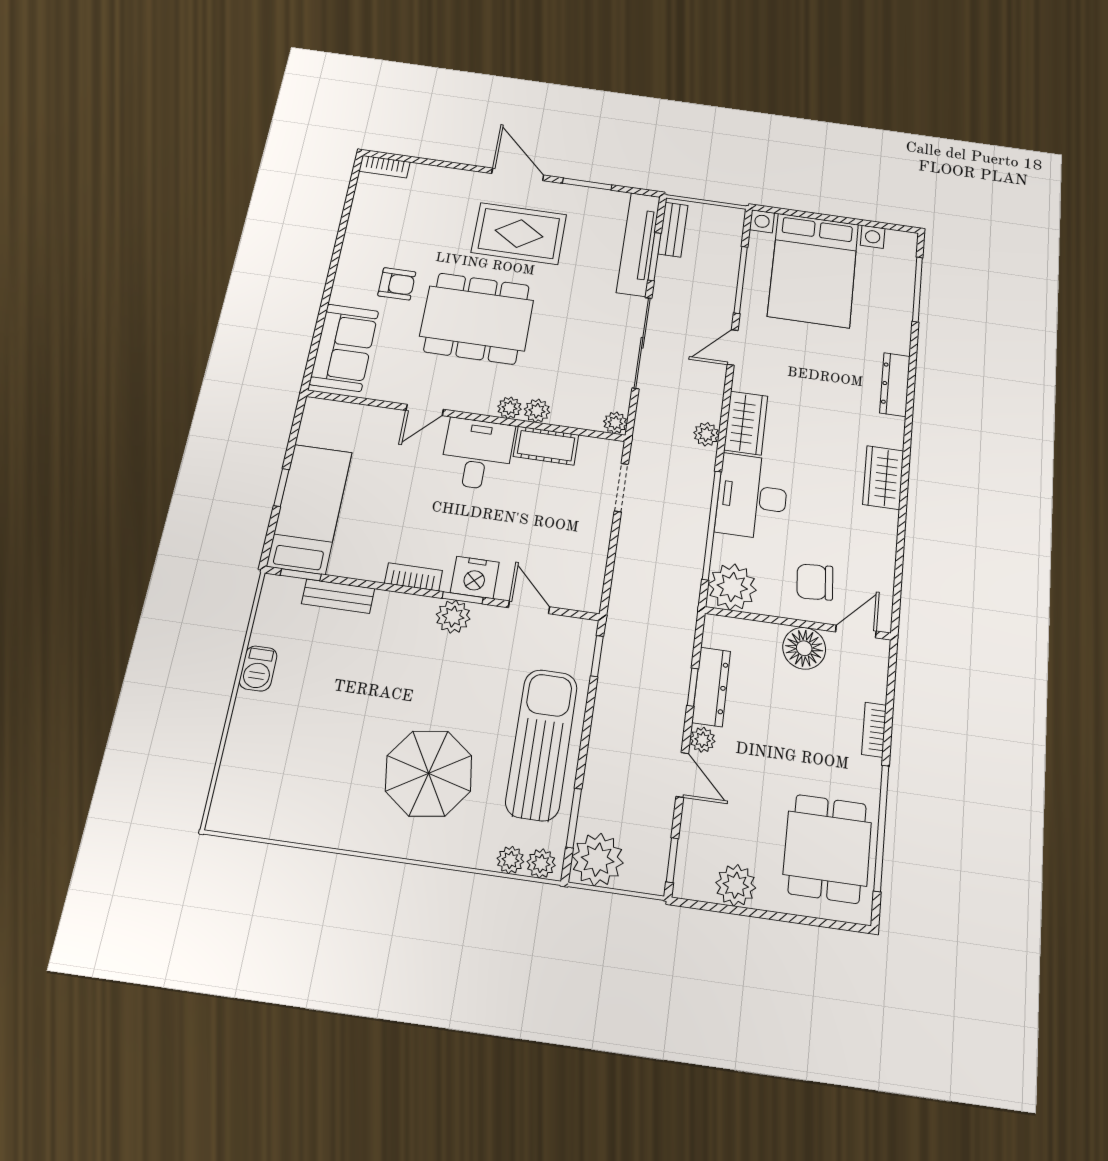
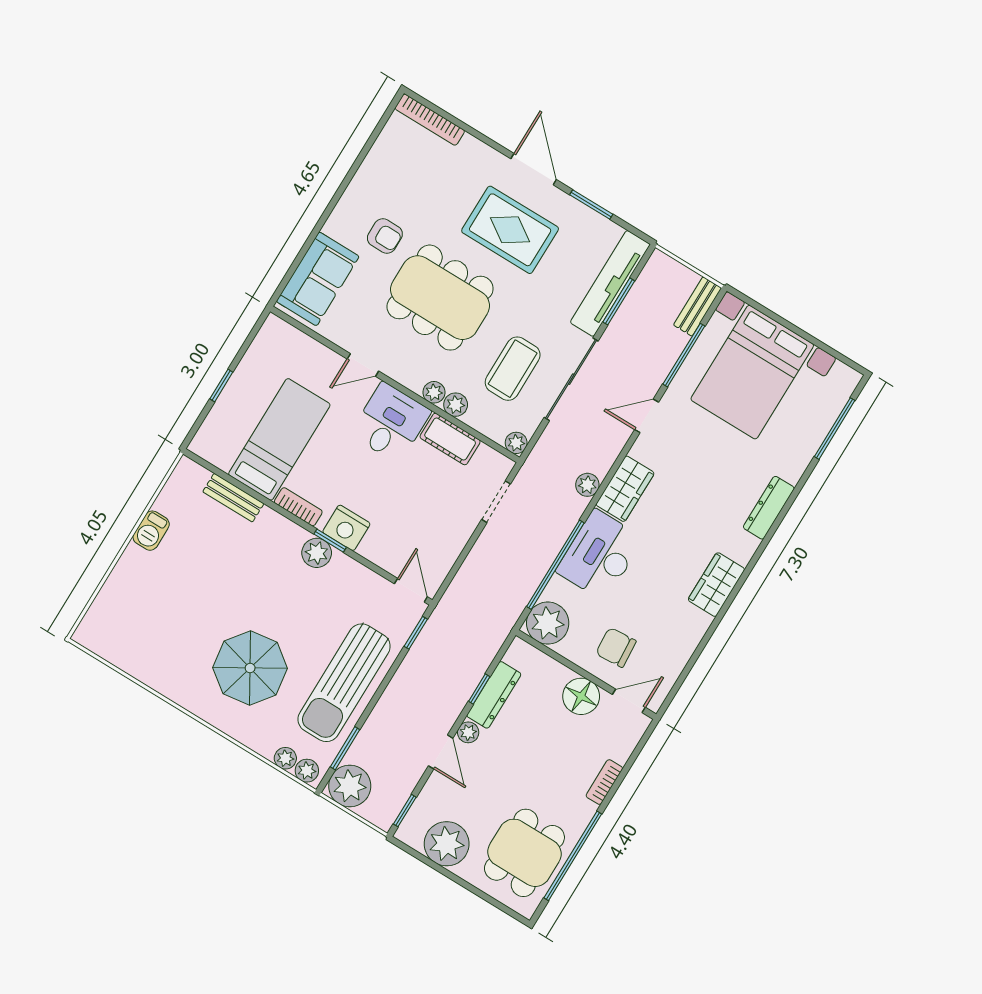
bookcase: (384, 167) -> (430, 120), width x1.56
bench: (673, 230) -> (698, 306), moved
coffee table: (579, 355) -> (513, 369), added
bed: (310, 509) -> (279, 439), moved
window: (301, 575) -> (211, 467), removed
door: (529, 607) -> (411, 590), moved
sun lounger: (542, 744) -> (344, 683), turned 180
plant: (736, 885) -> (447, 844), width x1.36, depth x1.36

